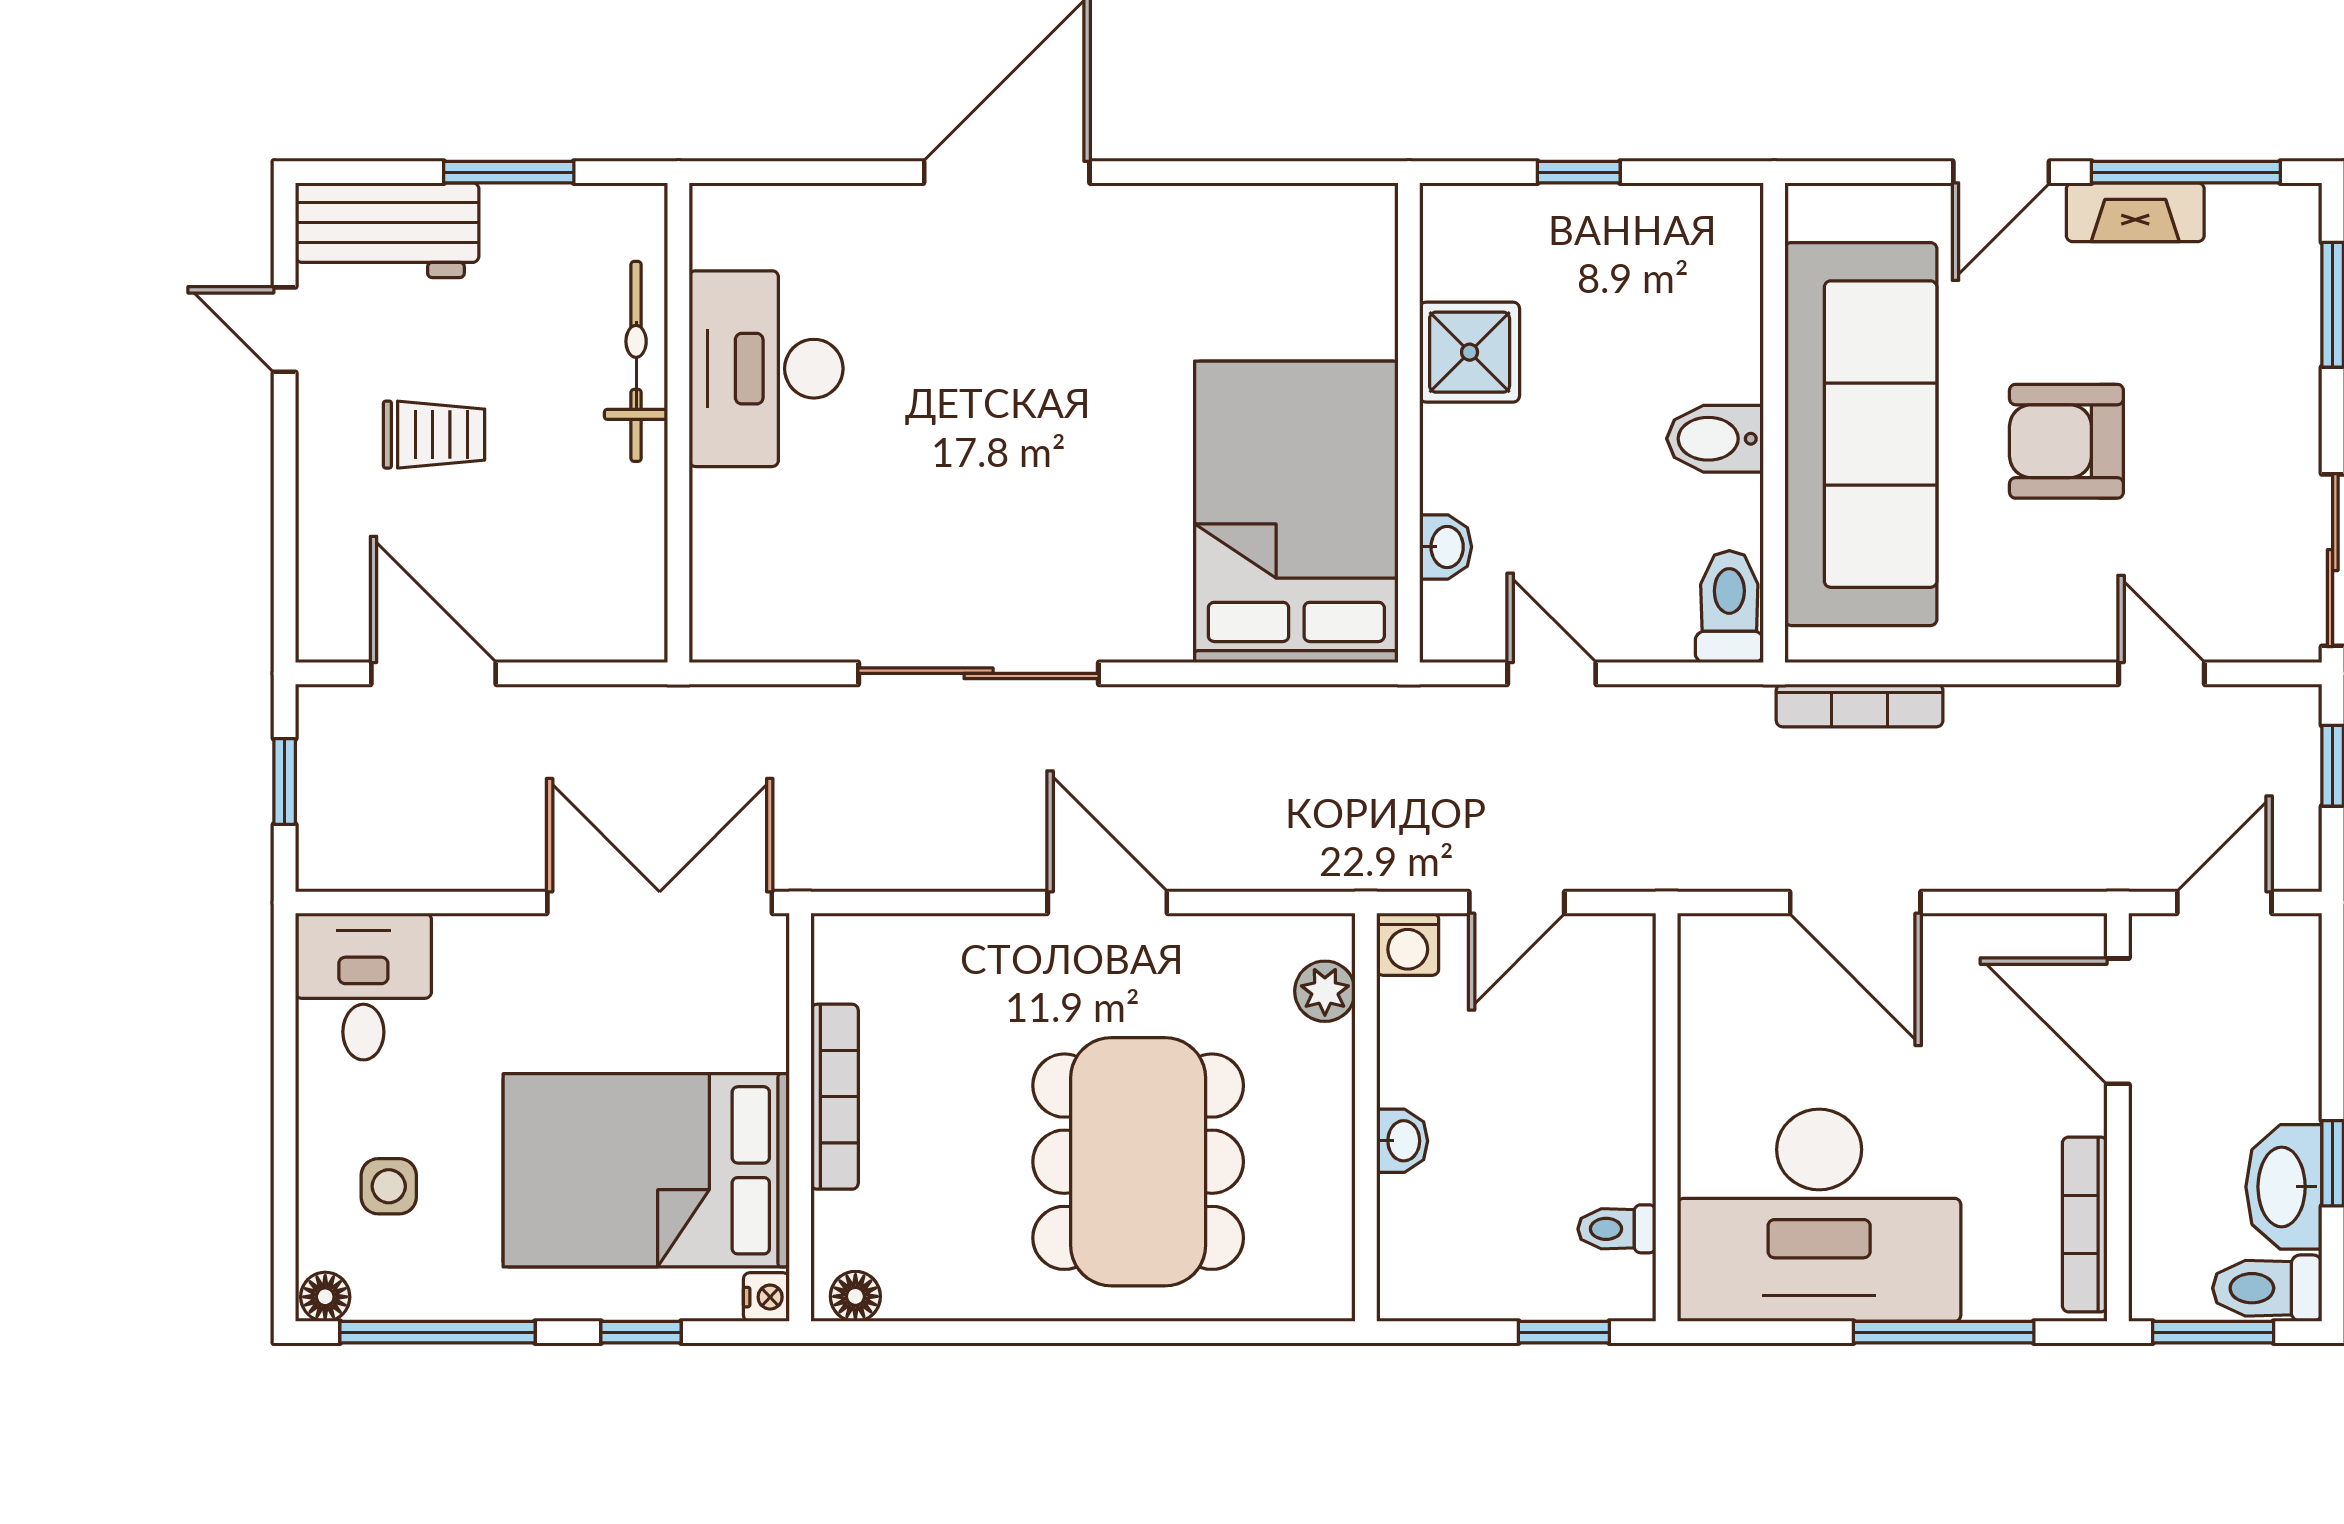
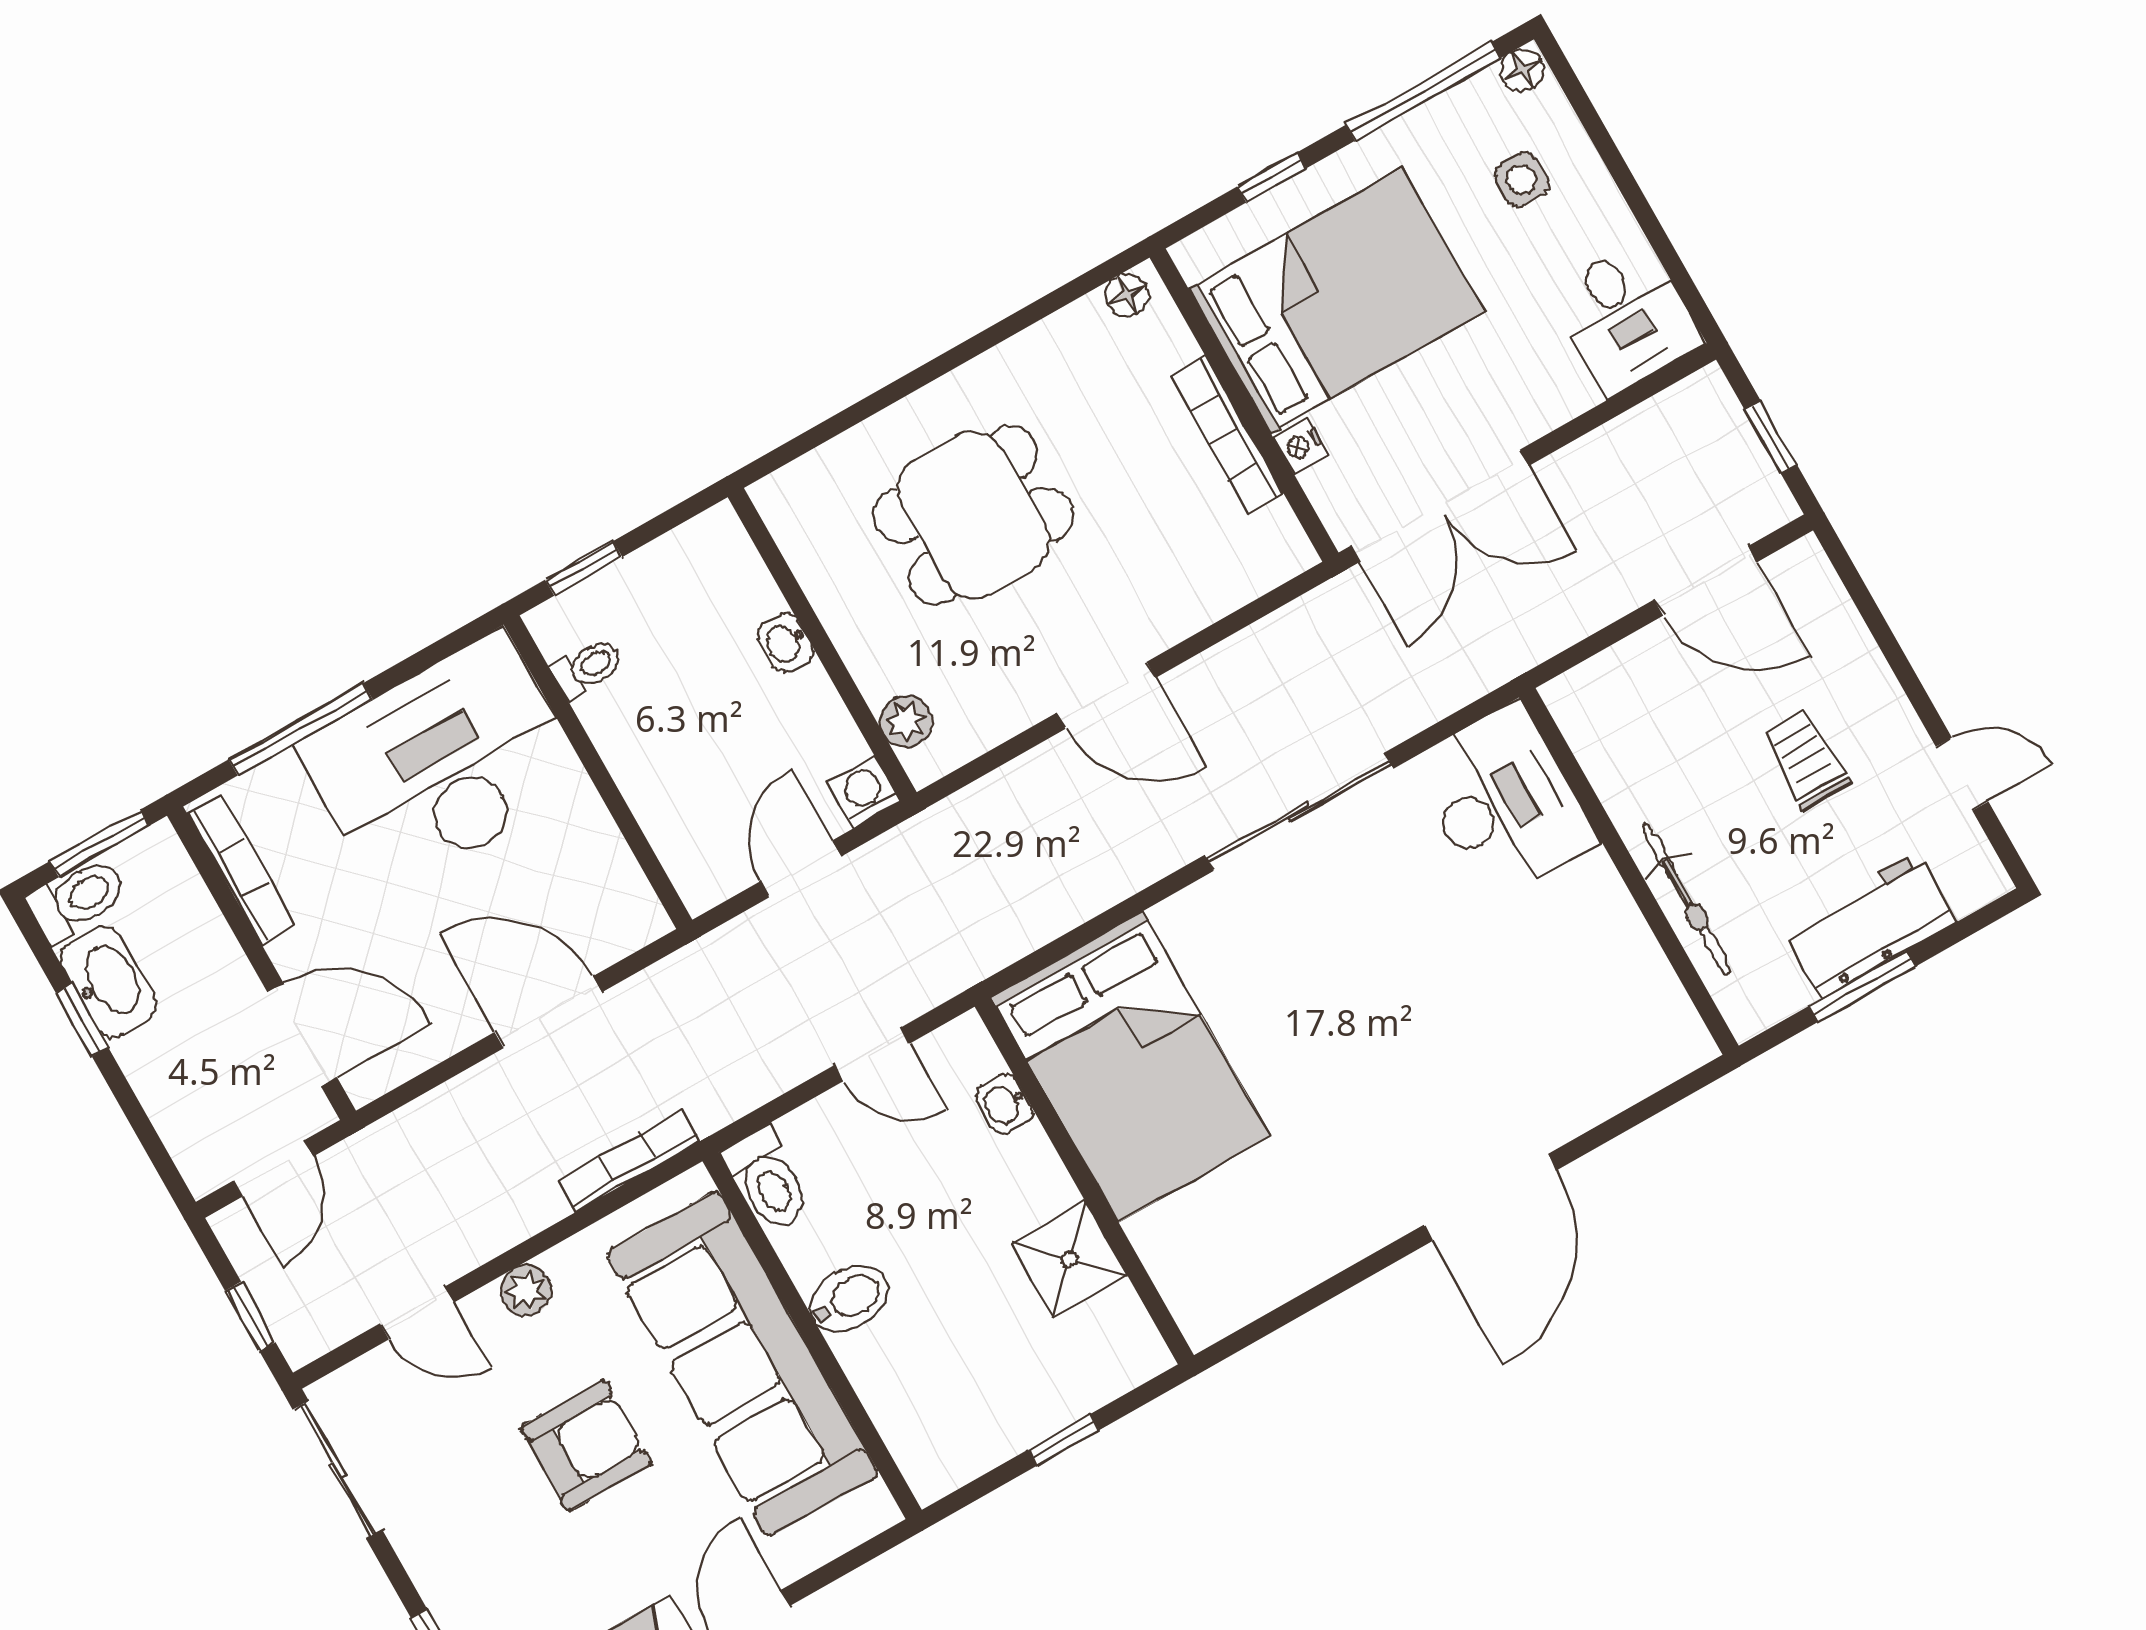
workbench: (387, 230) -> (1869, 925), moved
desk: (766, 369) -> (1504, 803), moved
trolley: (434, 435) -> (1806, 759), turned 90
plant: (2038, 633) -> (526, 1290), added
dining table: (1138, 1162) -> (973, 515), width x0.73
nightstand: (766, 1297) -> (1300, 446), moved

